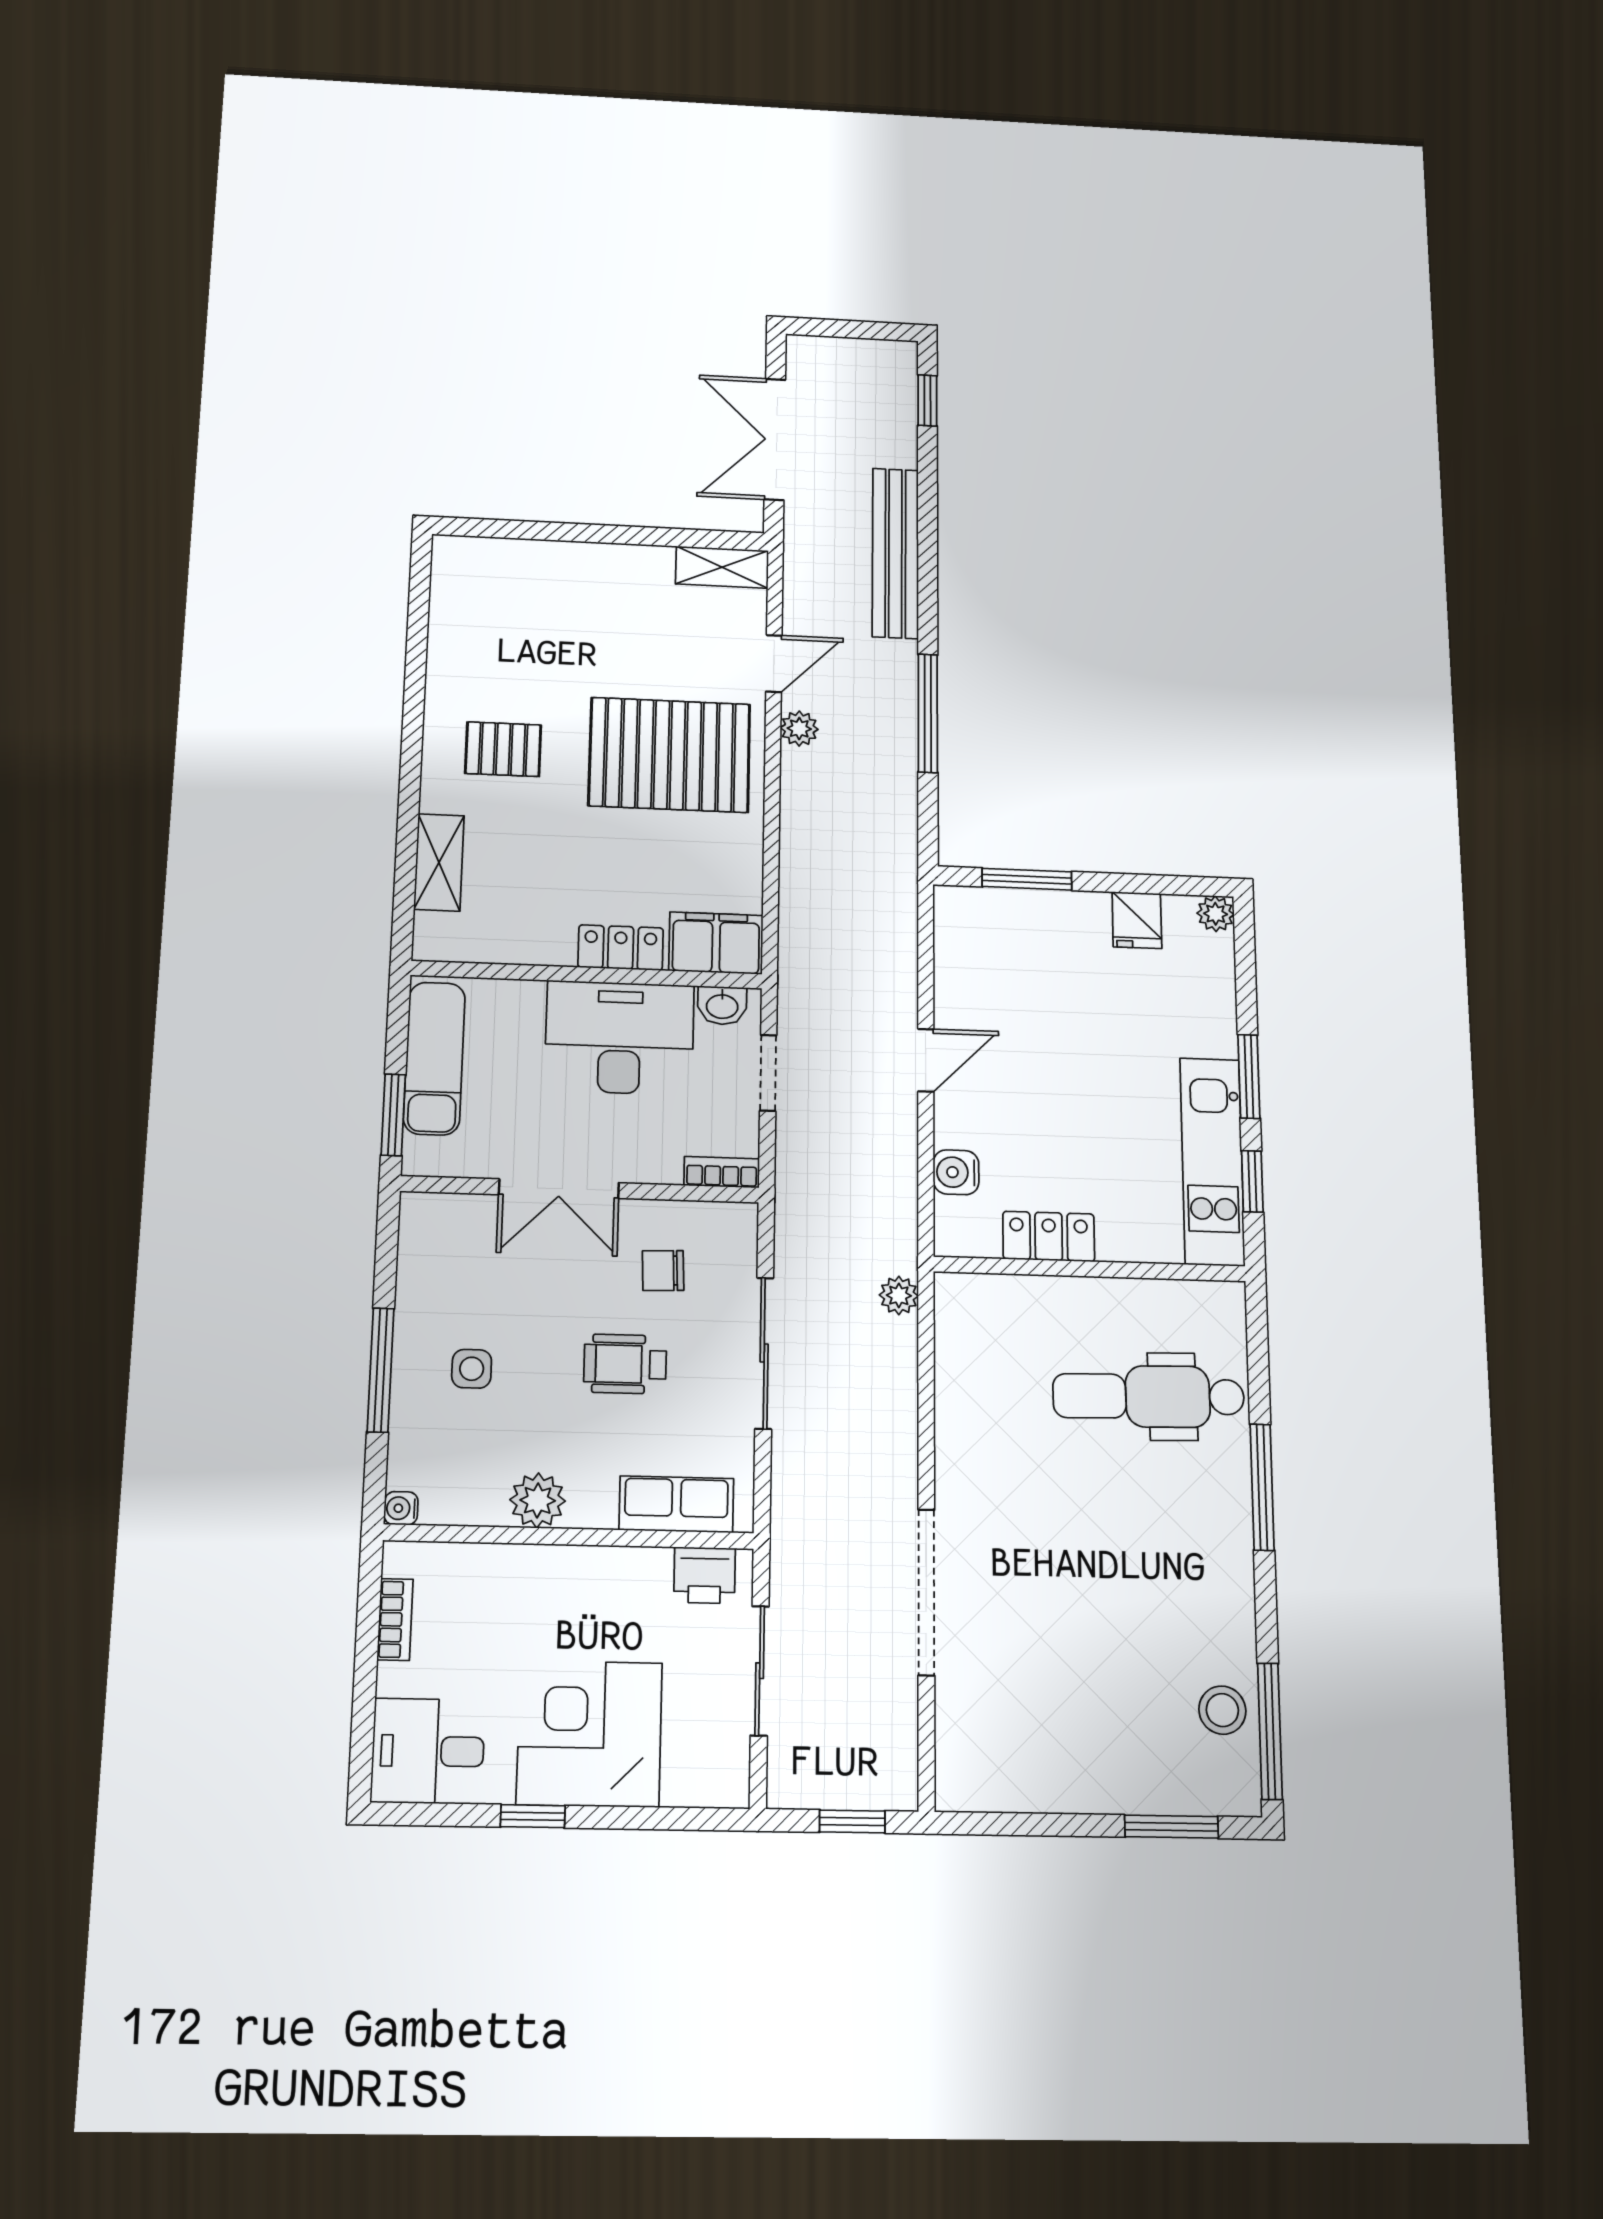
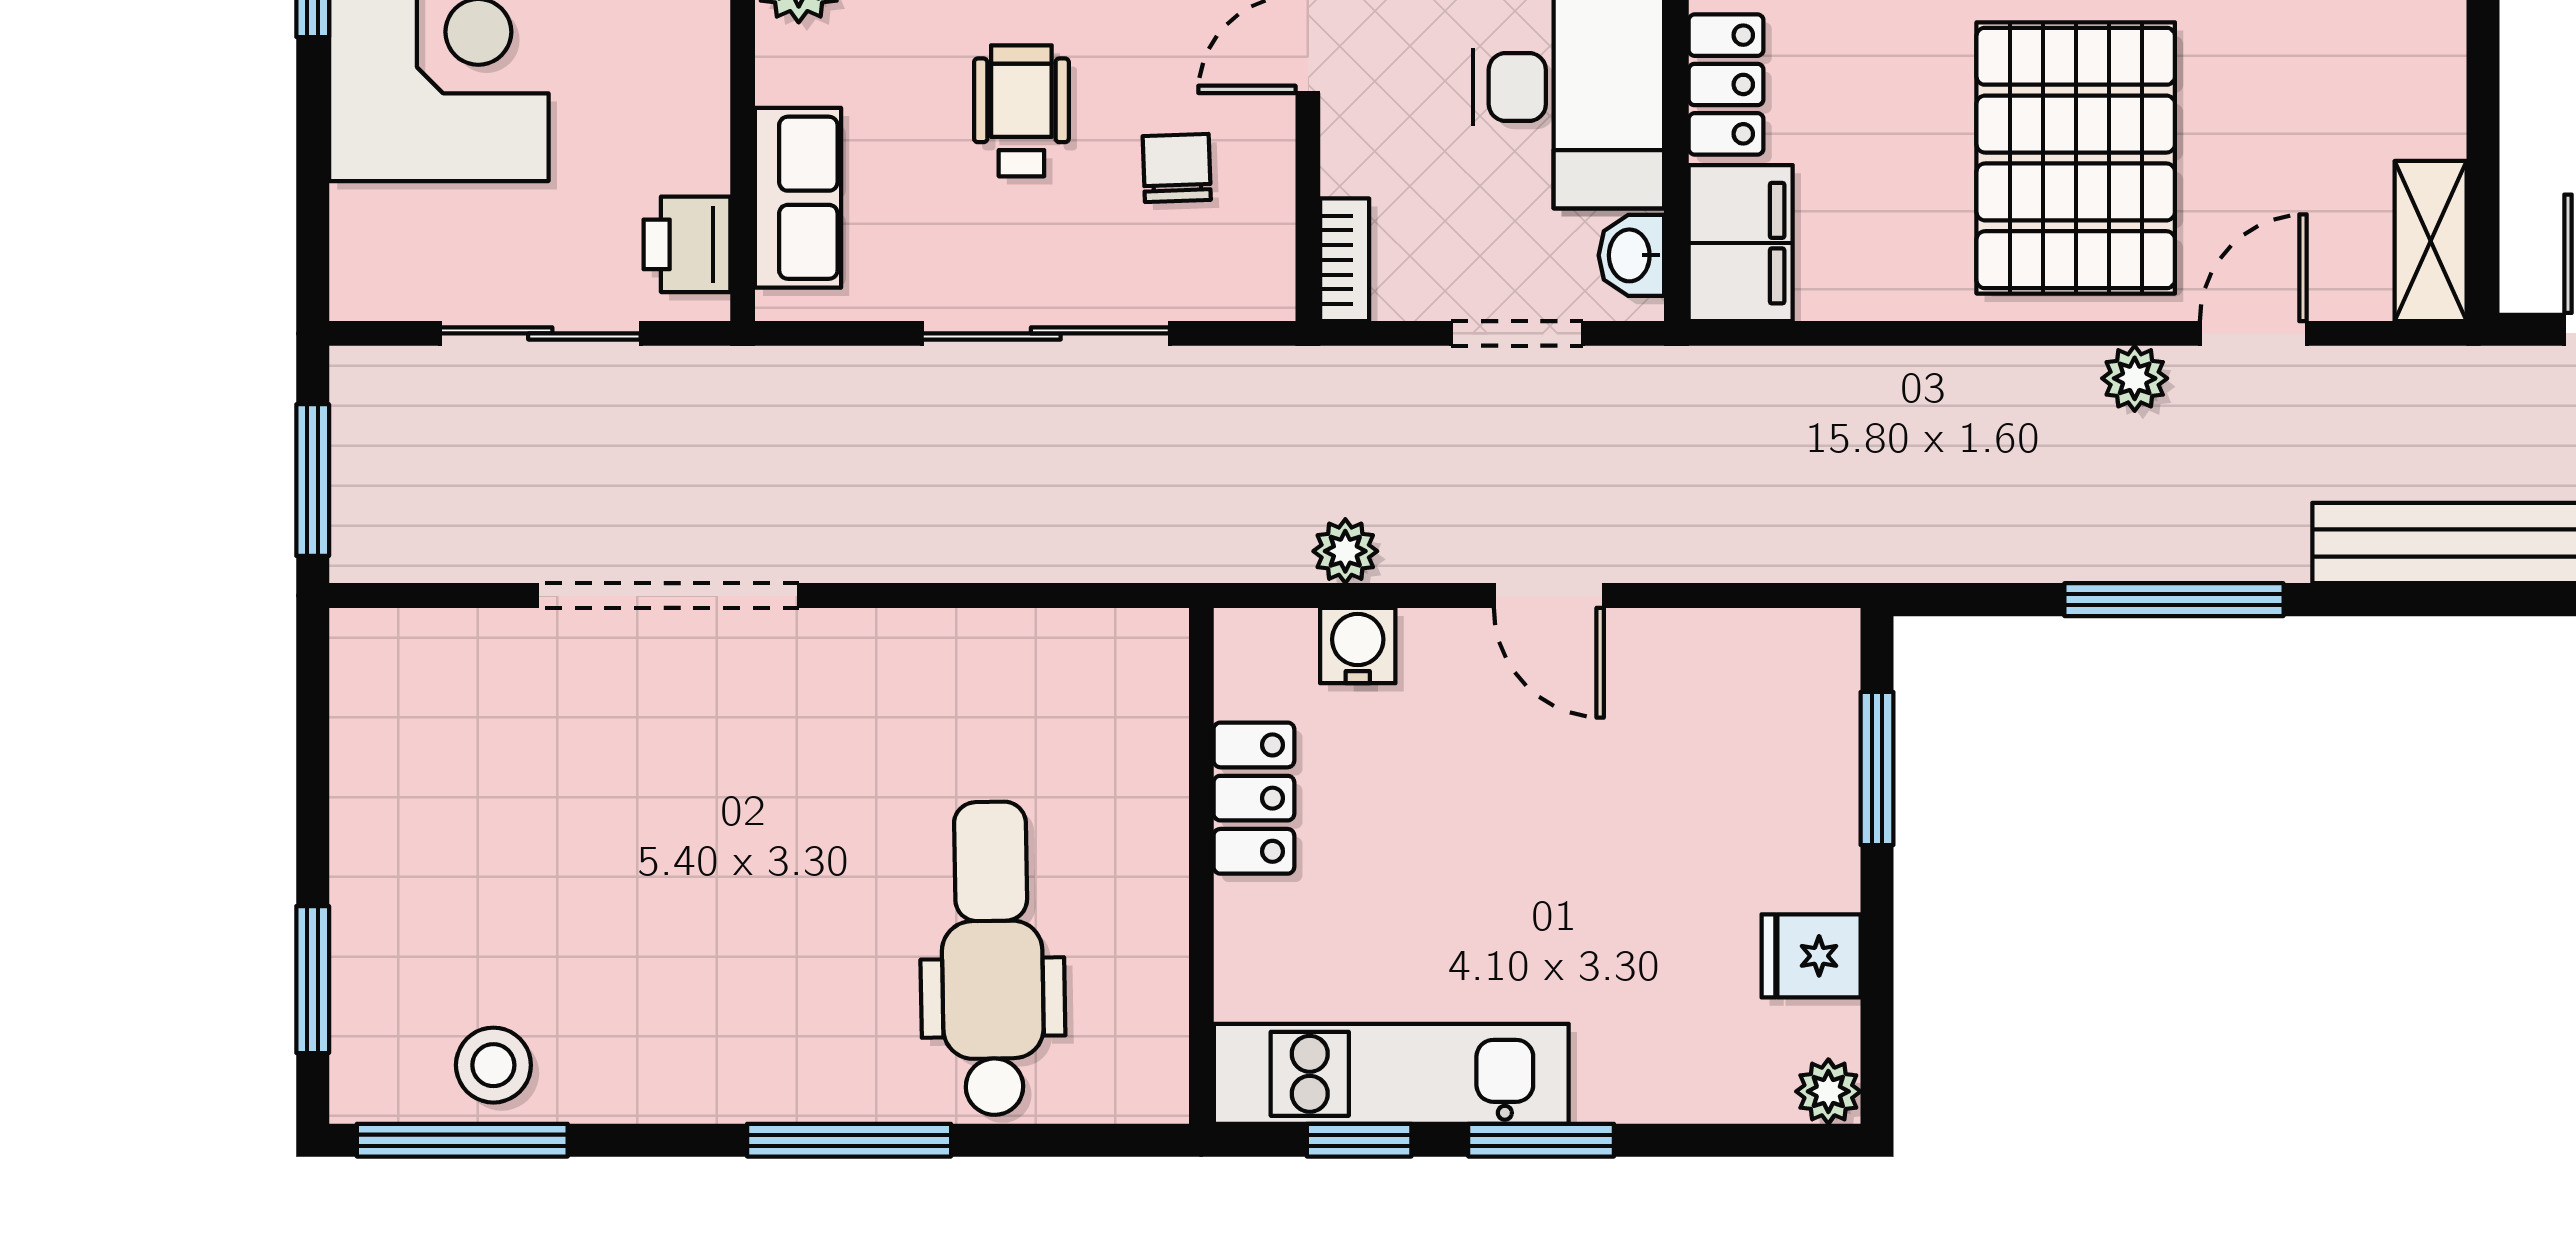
door: (774, 664) -> (2253, 333), swing flipped
plant: (899, 1295) -> (1345, 551), moved
window: (852, 1821) -> (313, 480), width x1.50

